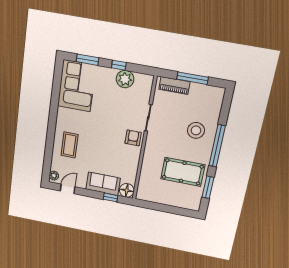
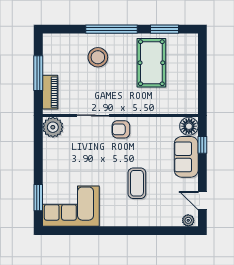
window: (119, 65) -> (38, 160), removed
plant: (125, 79) -> (53, 127), moved
coffee table: (70, 145) -> (137, 183), moved, turned 90

